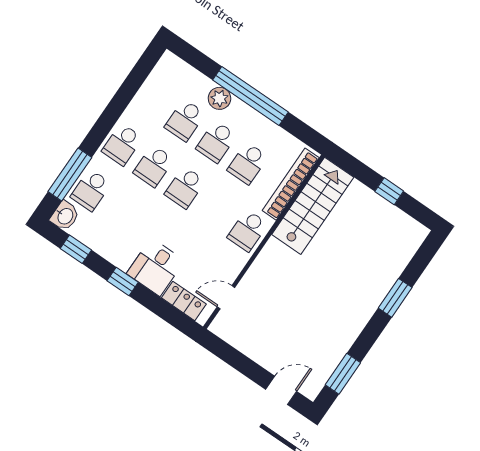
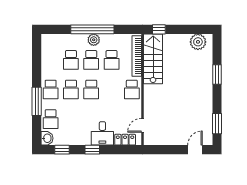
plant: (219, 98) -> (94, 40), moved
window: (70, 174) -> (37, 101), moved
window: (389, 191) -> (159, 29), moved
plant: (400, 227) -> (198, 42), added

